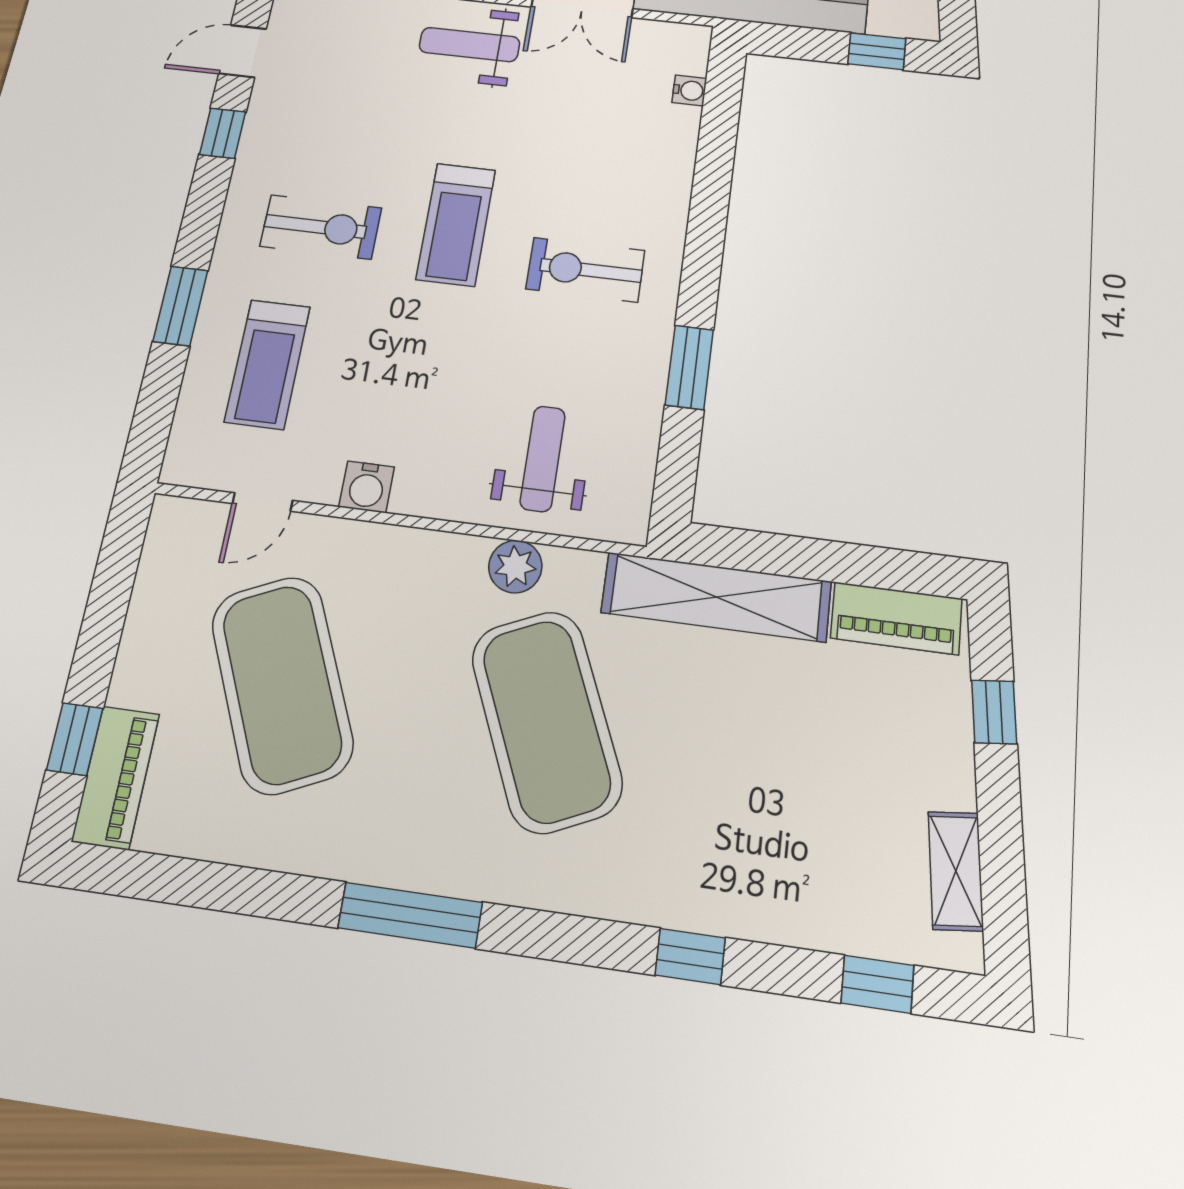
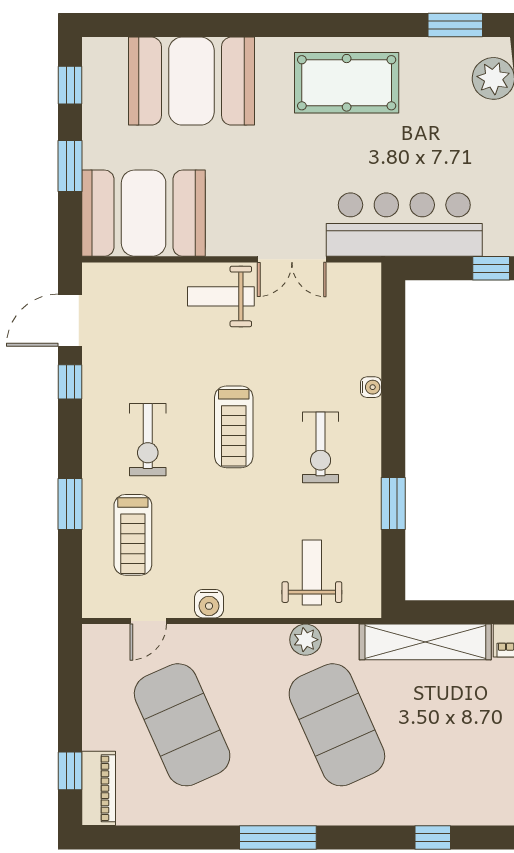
door: (243, 51) -> (70, 320), width x1.38
water cooler: (689, 90) -> (371, 387), moved
exercise bike: (321, 227) -> (148, 440), turned 90
exercise bike: (585, 270) -> (321, 447), turned -90

